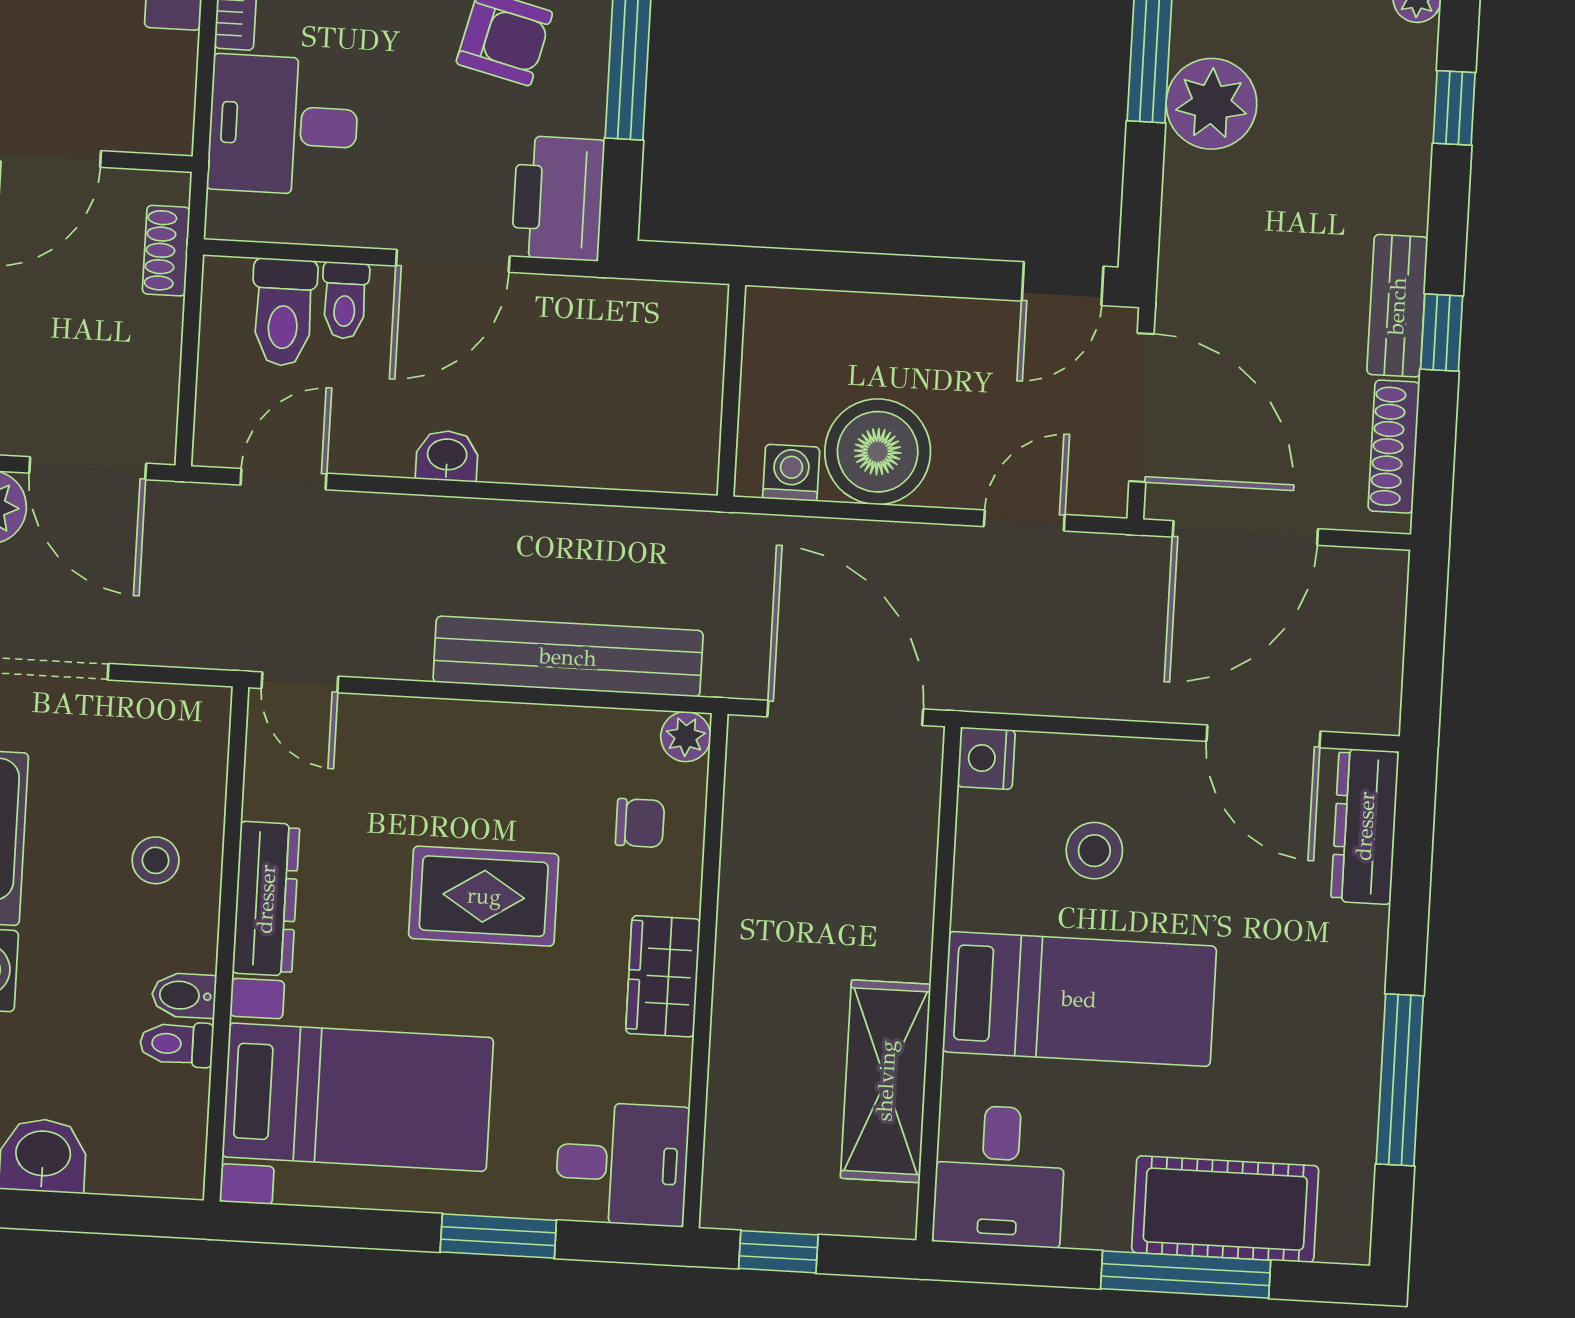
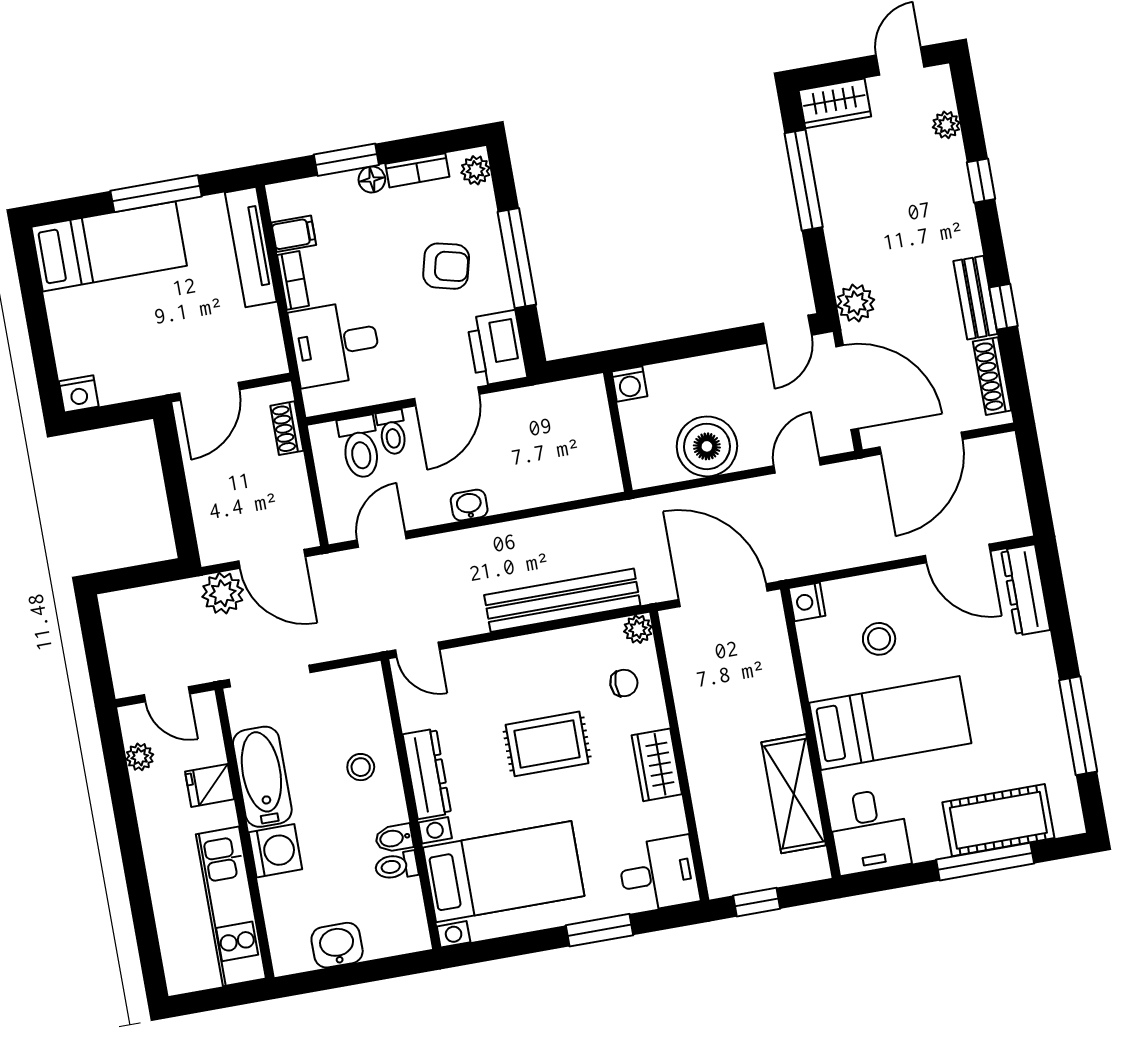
plant: (1211, 104) -> (856, 303), moved, width x0.73, depth x0.73
washing machine: (791, 473) -> (629, 384), moved, turned 180

